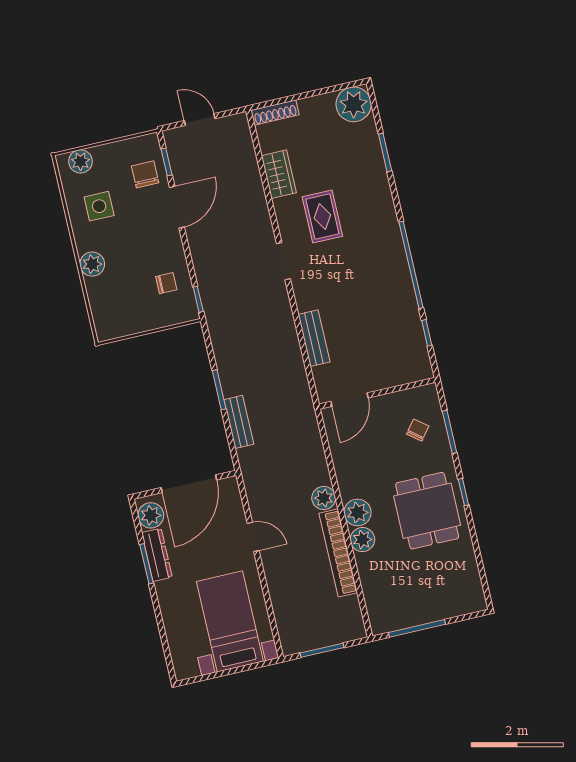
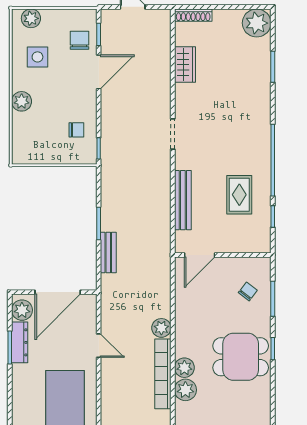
rug: (322, 217) -> (239, 195), moved
bench: (314, 338) -> (183, 200), width x1.36
dining table: (427, 511) -> (241, 357), turned 90
plant: (358, 512) -> (185, 390), moved

